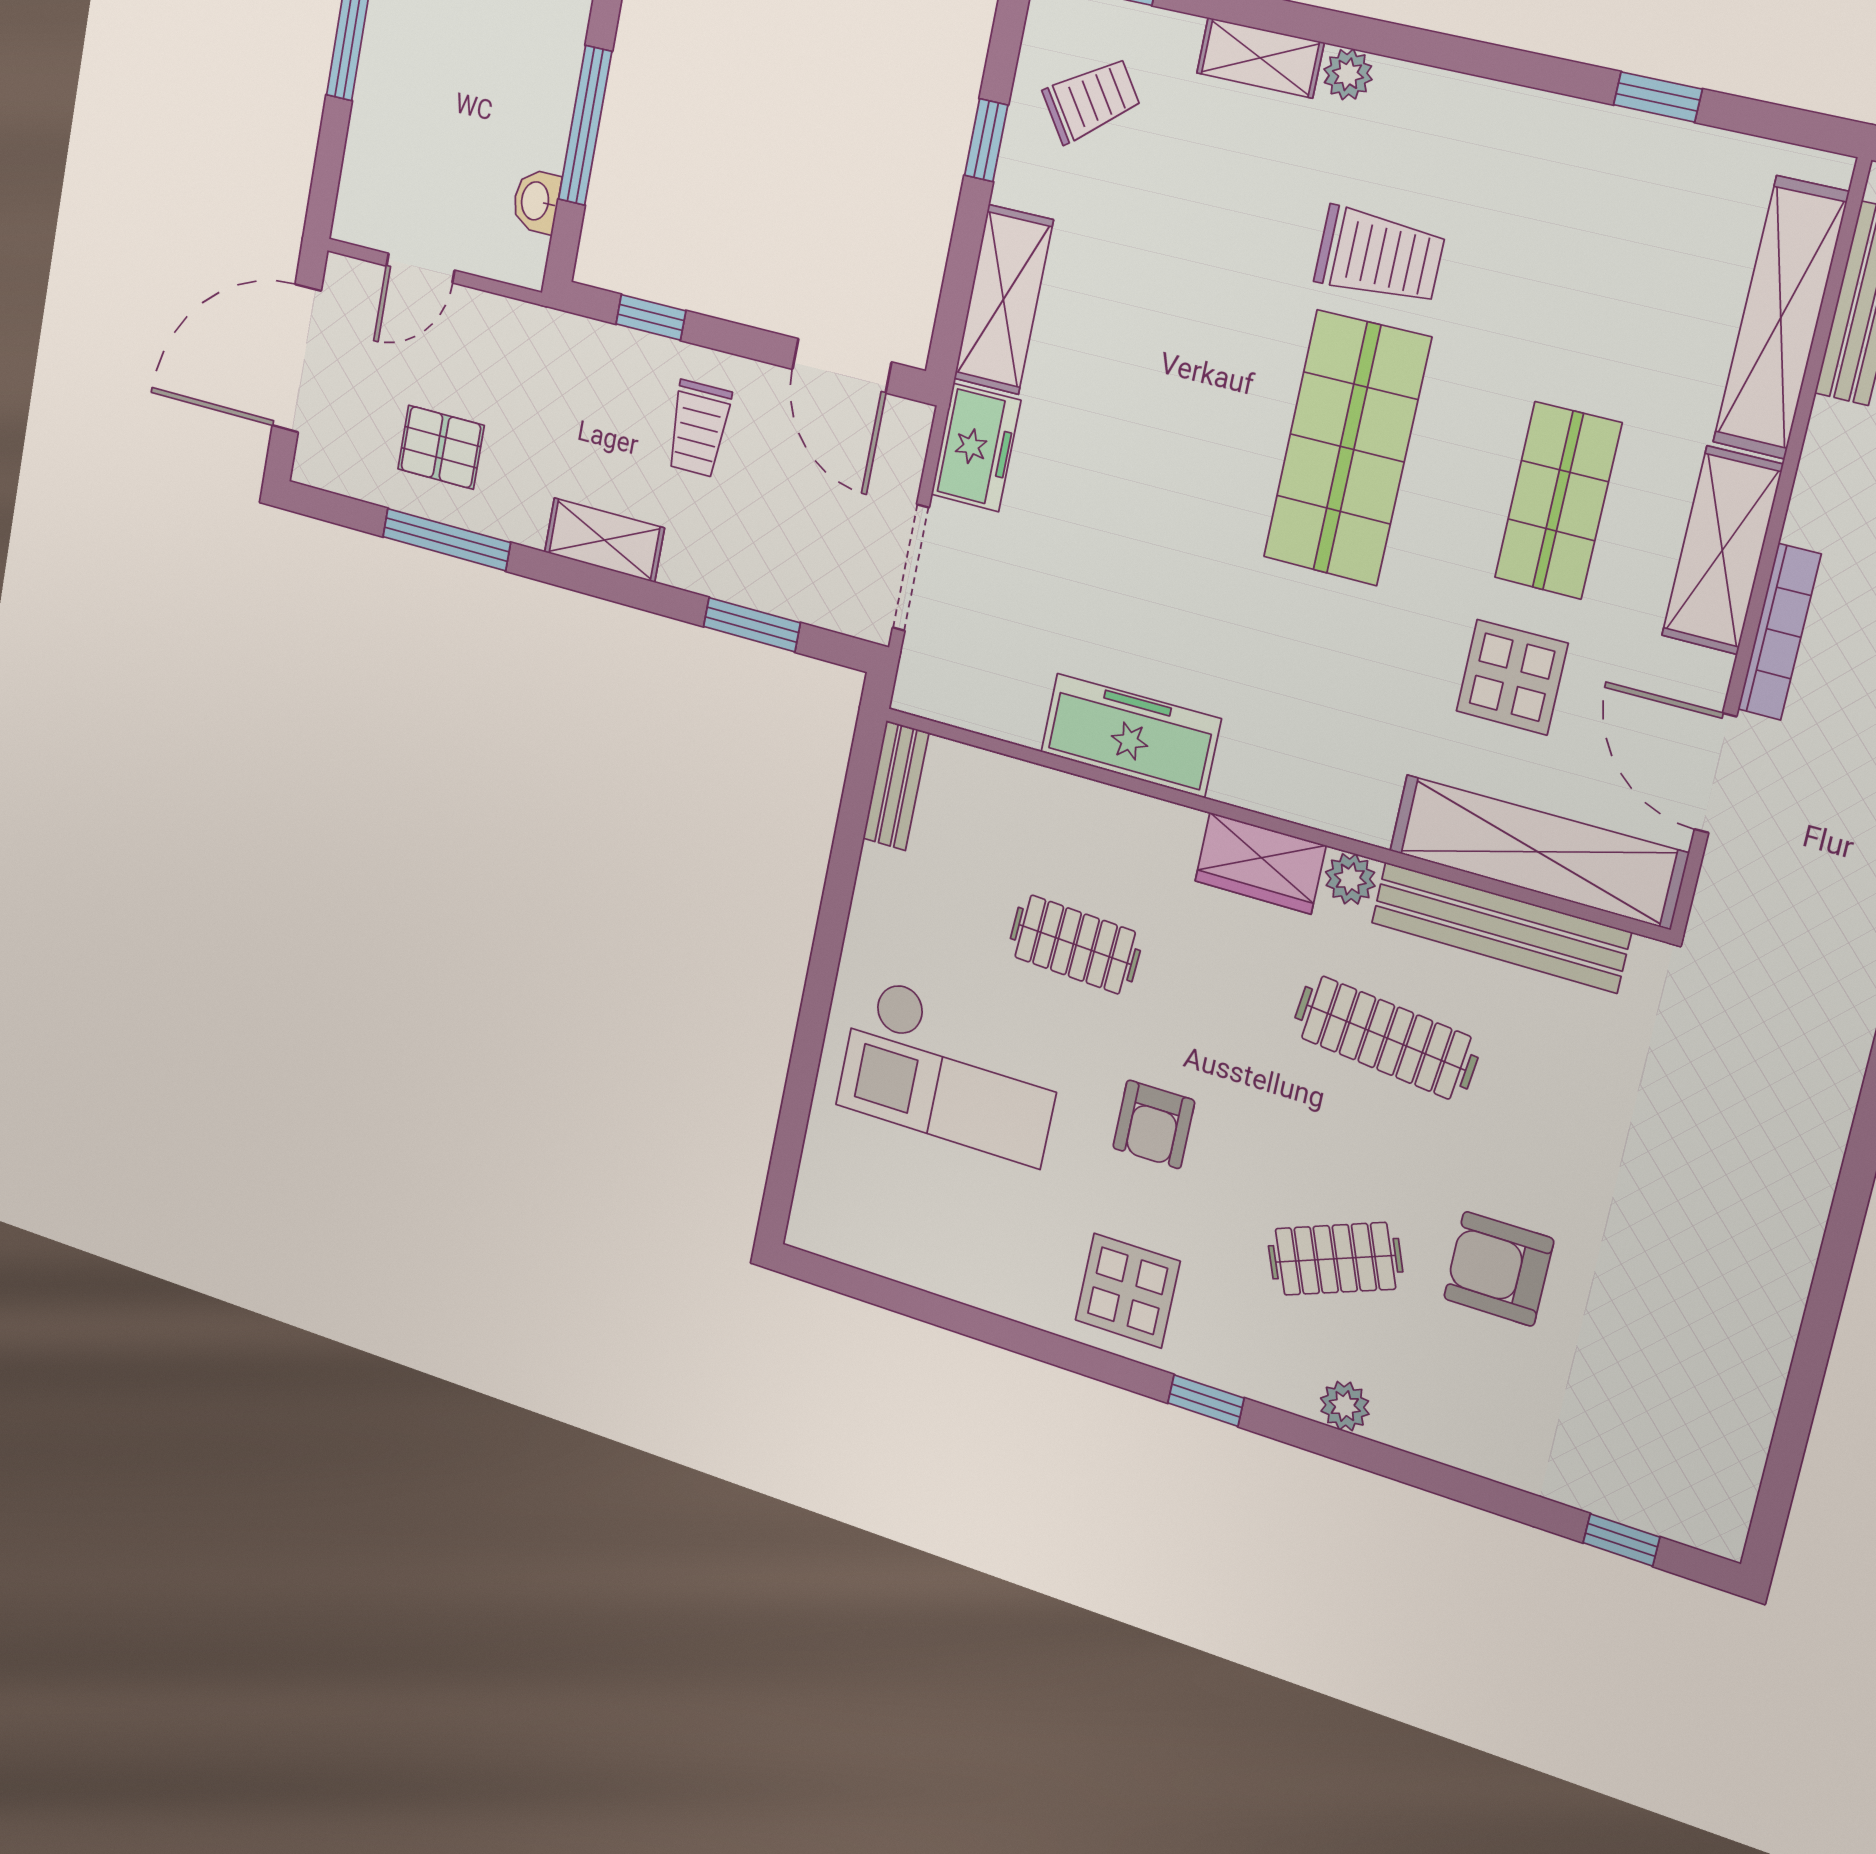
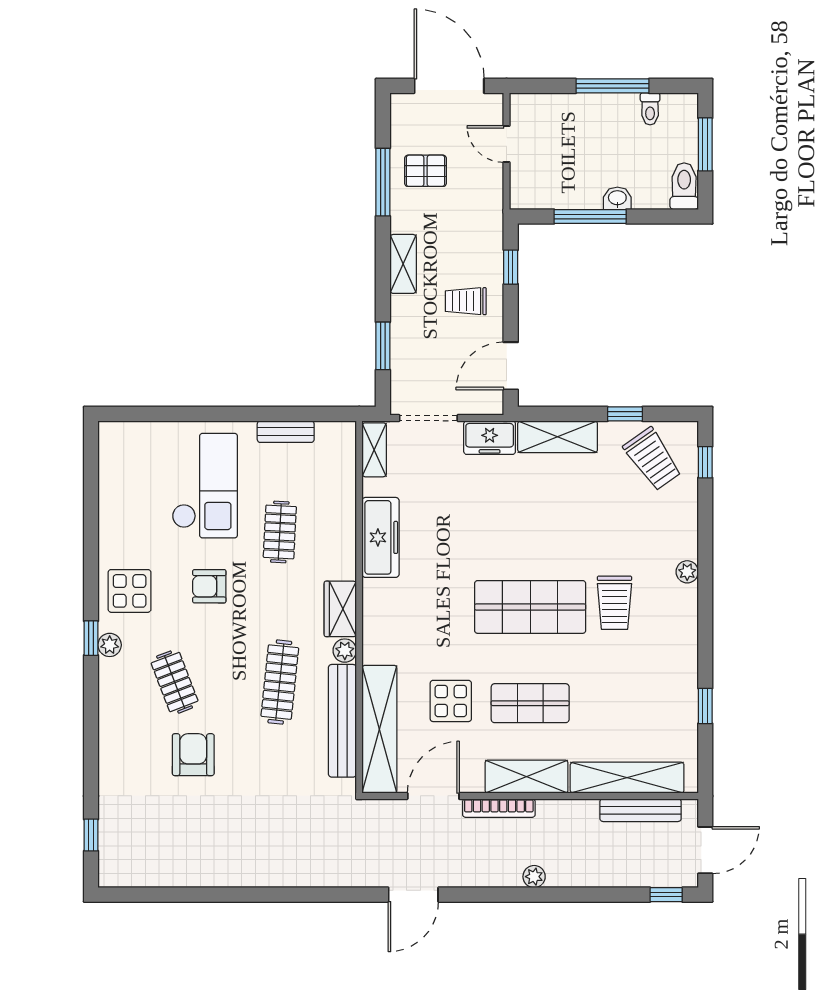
shelving: (1260, 58) -> (374, 450), moved
trolley: (1091, 100) -> (653, 459), width x1.36, depth x1.39
washbasin: (536, 201) -> (617, 198), moved
pallet: (441, 447) -> (425, 171), turned 90
bench: (896, 786) -> (286, 432), moved
checkout: (951, 1071) -> (205, 486), turned 180
plant: (1345, 1406) -> (110, 645), moved

